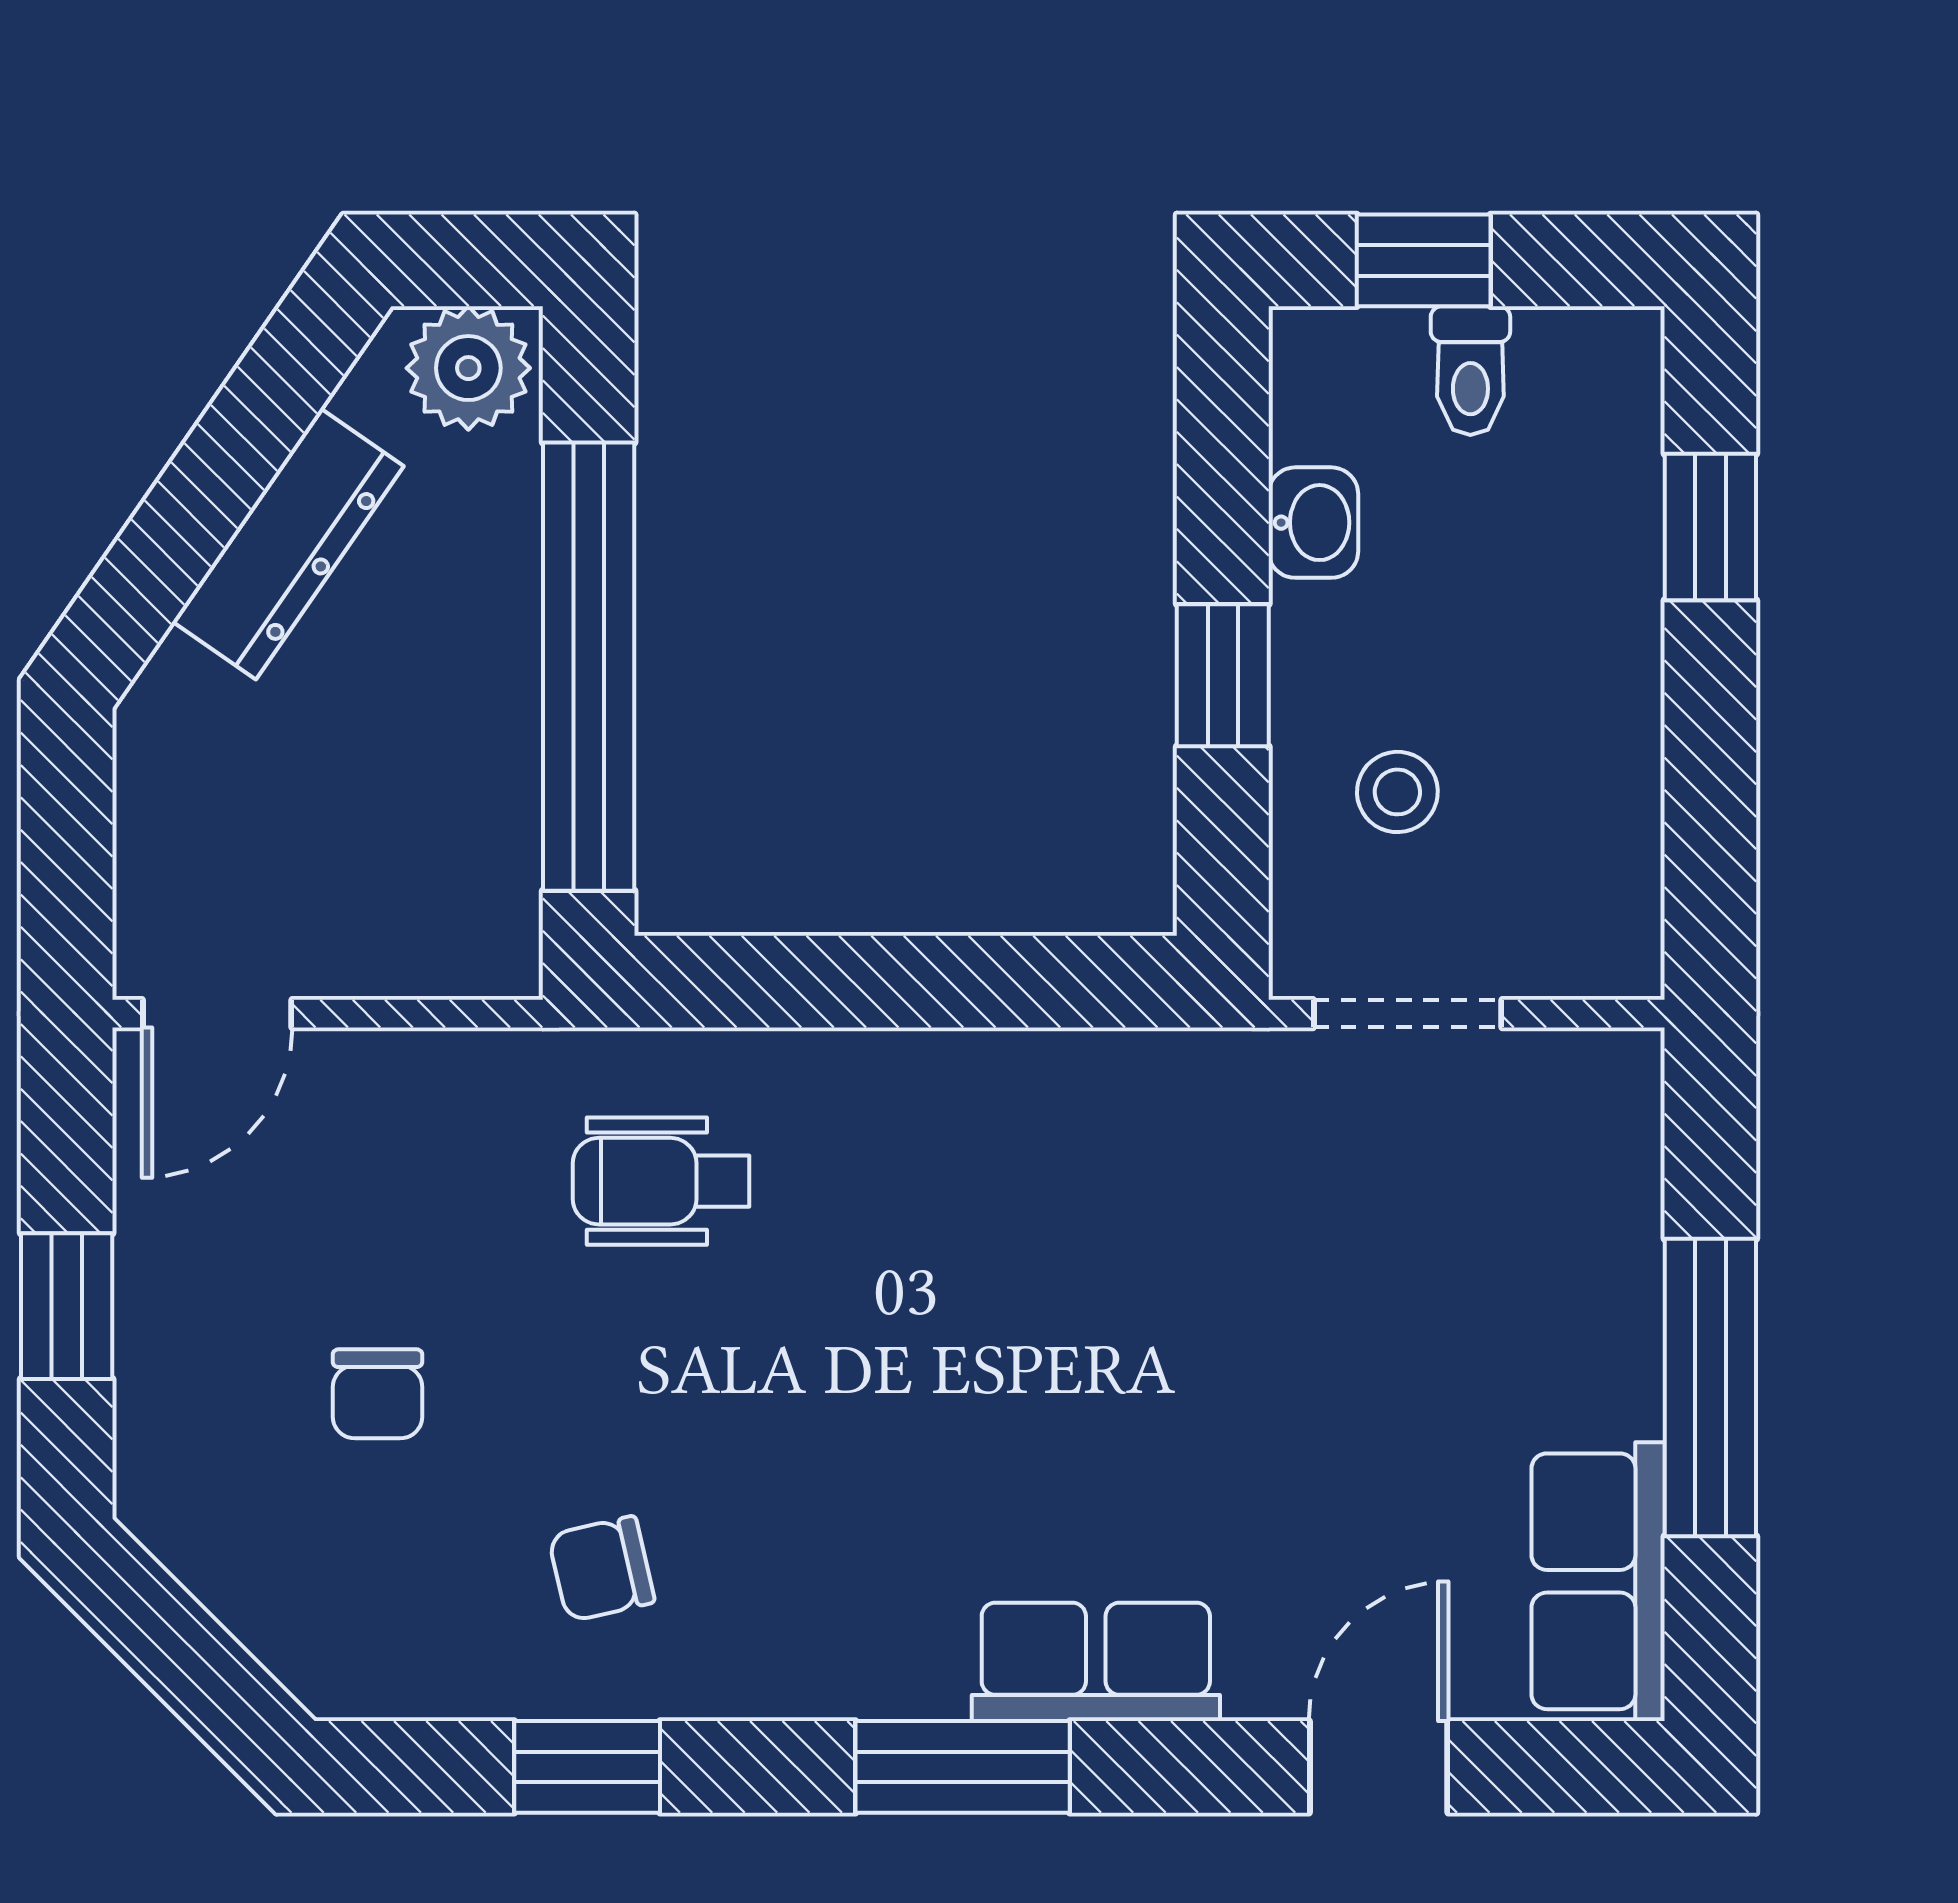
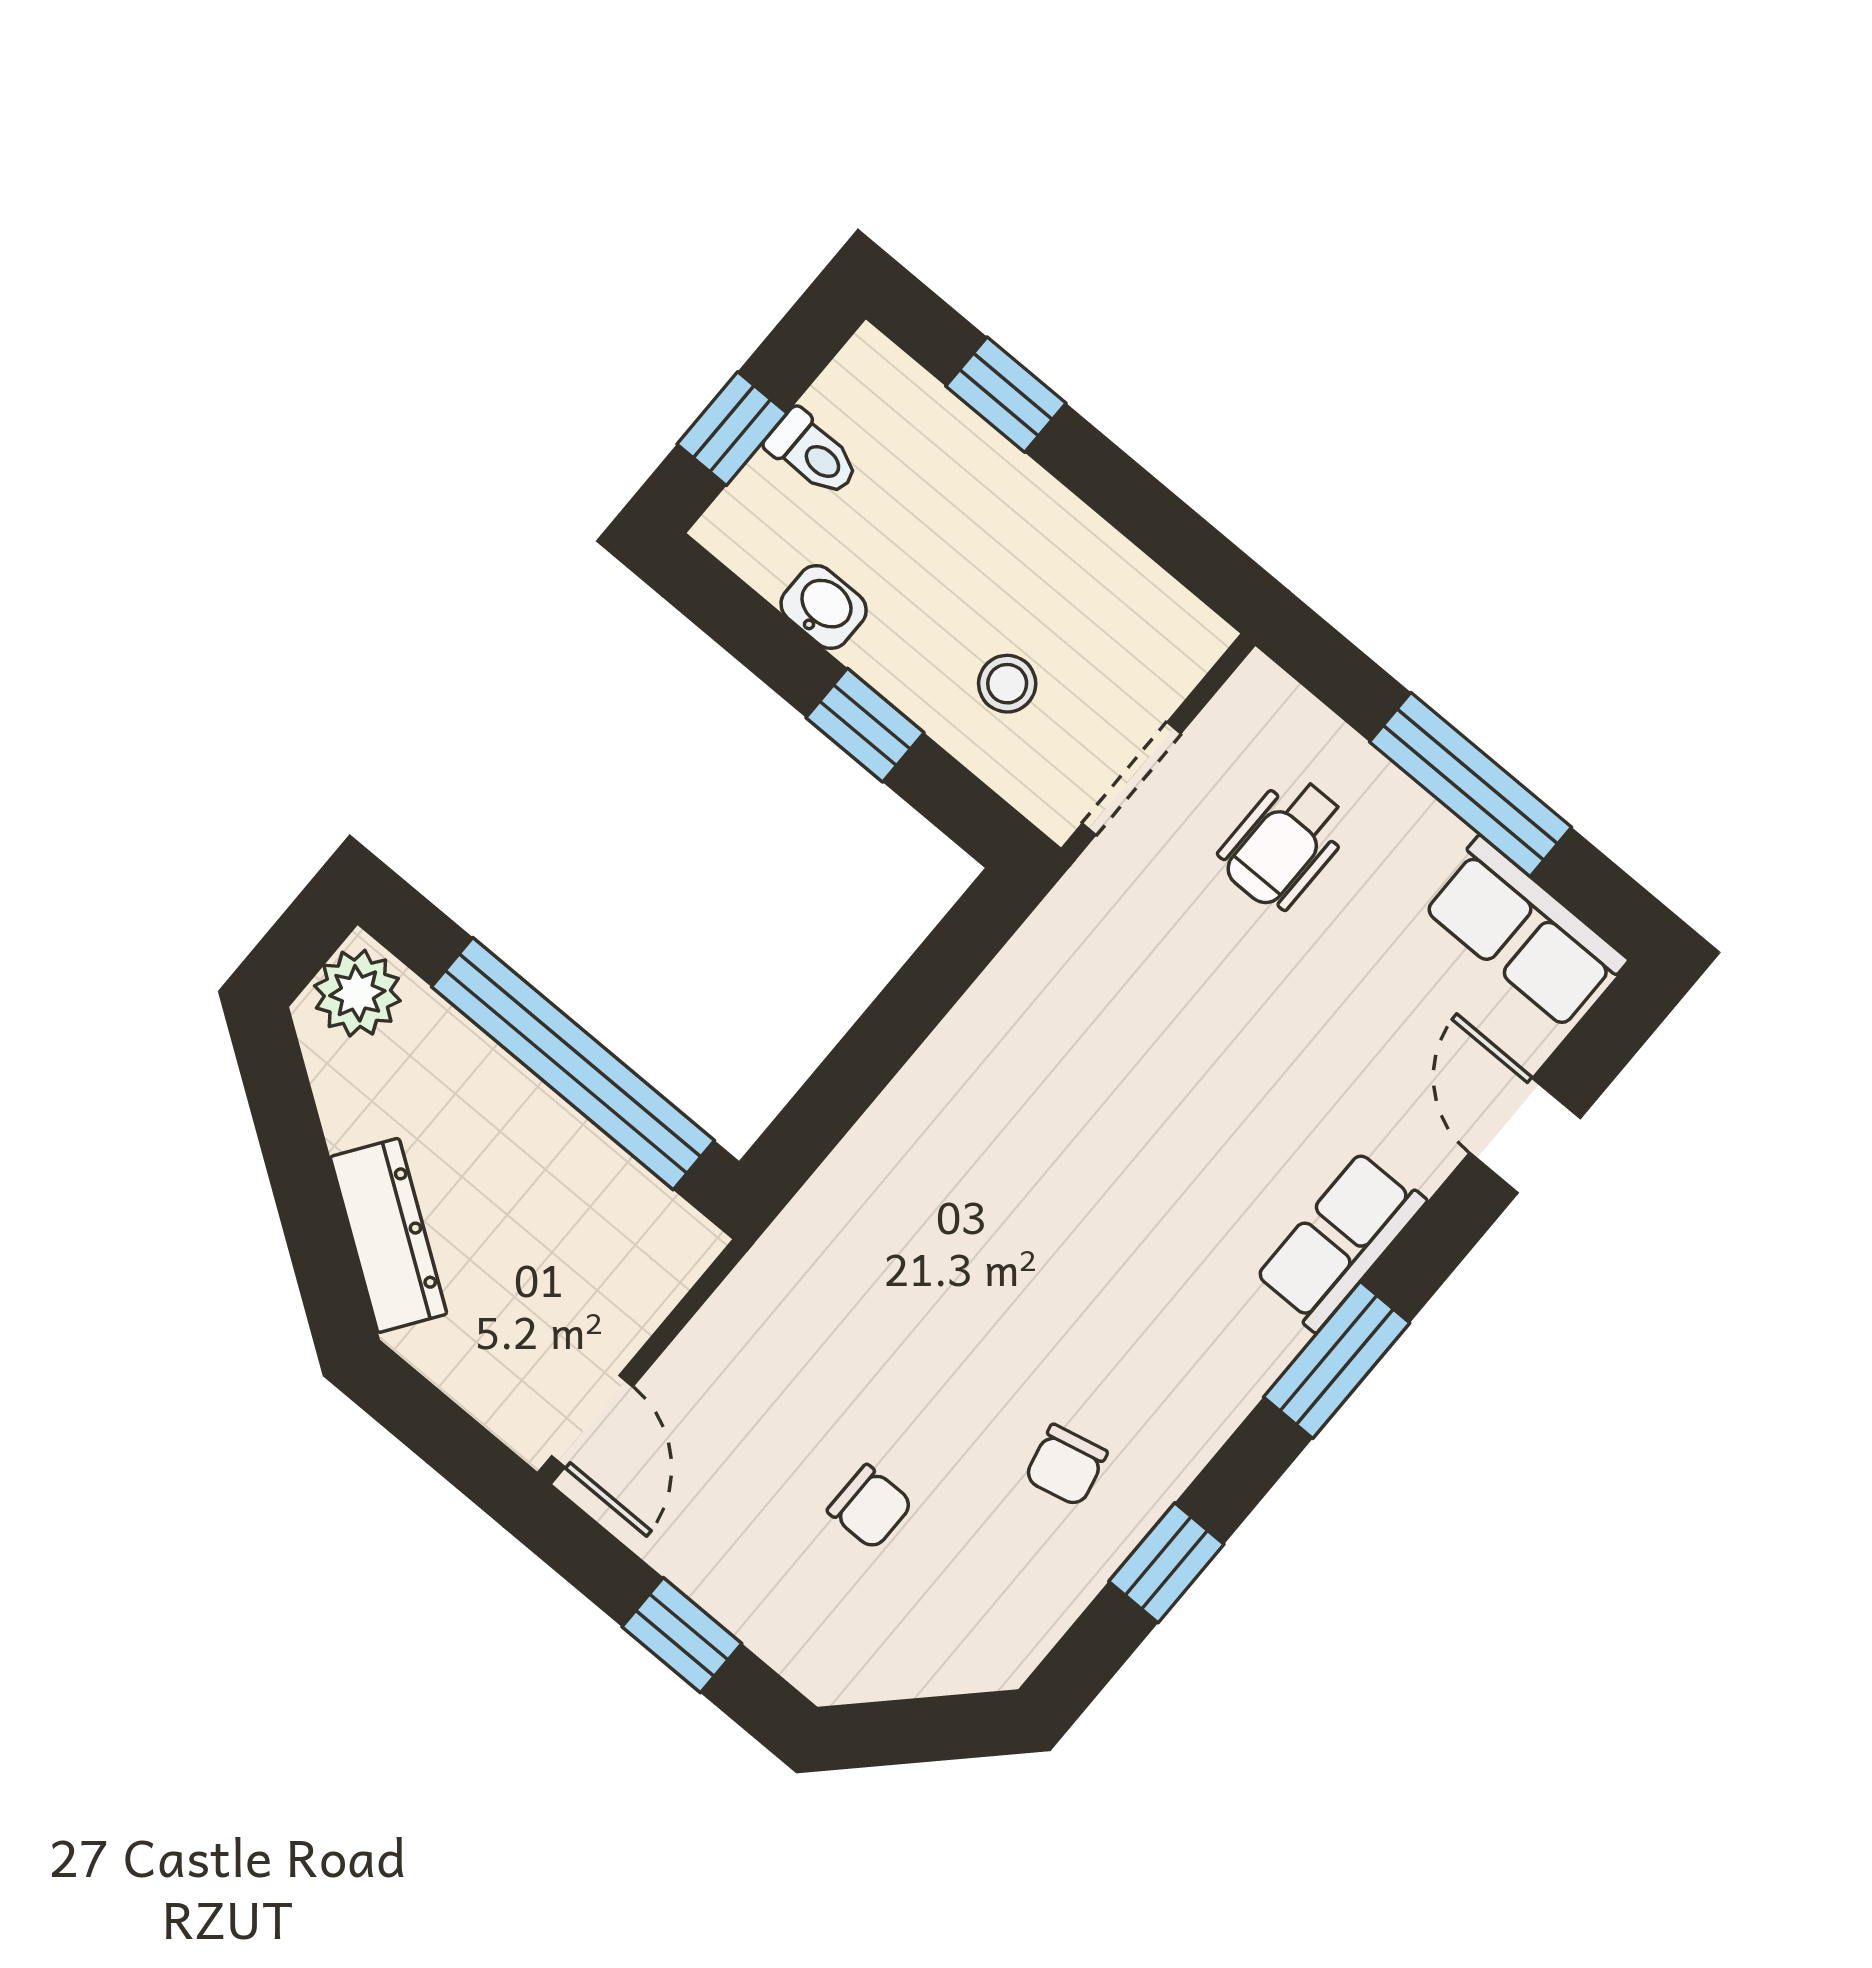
dresser: (288, 544) -> (388, 1235), moved
wheelchair: (661, 1181) -> (1284, 843), moved

